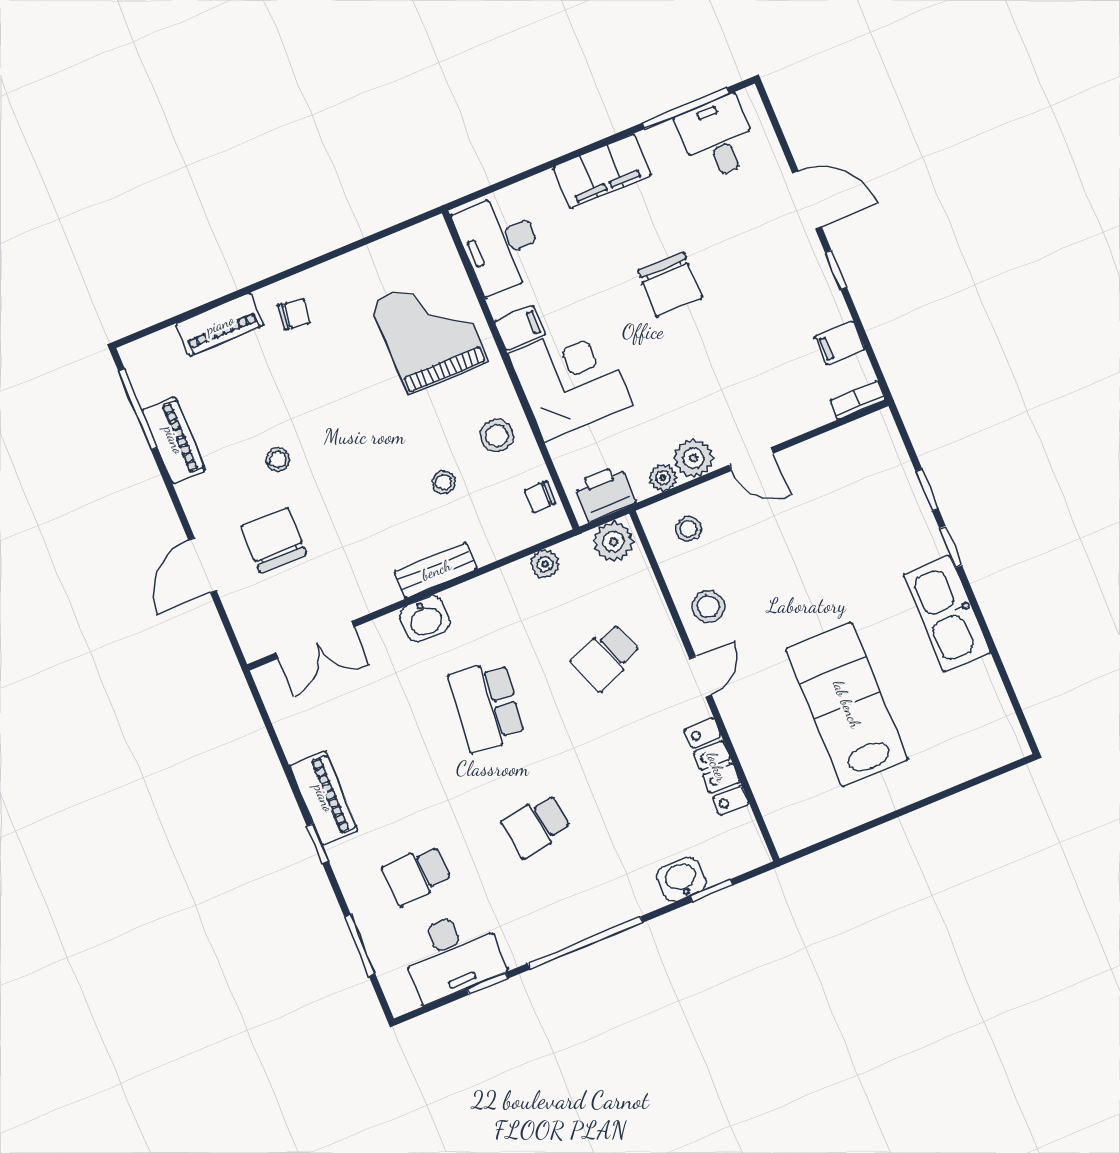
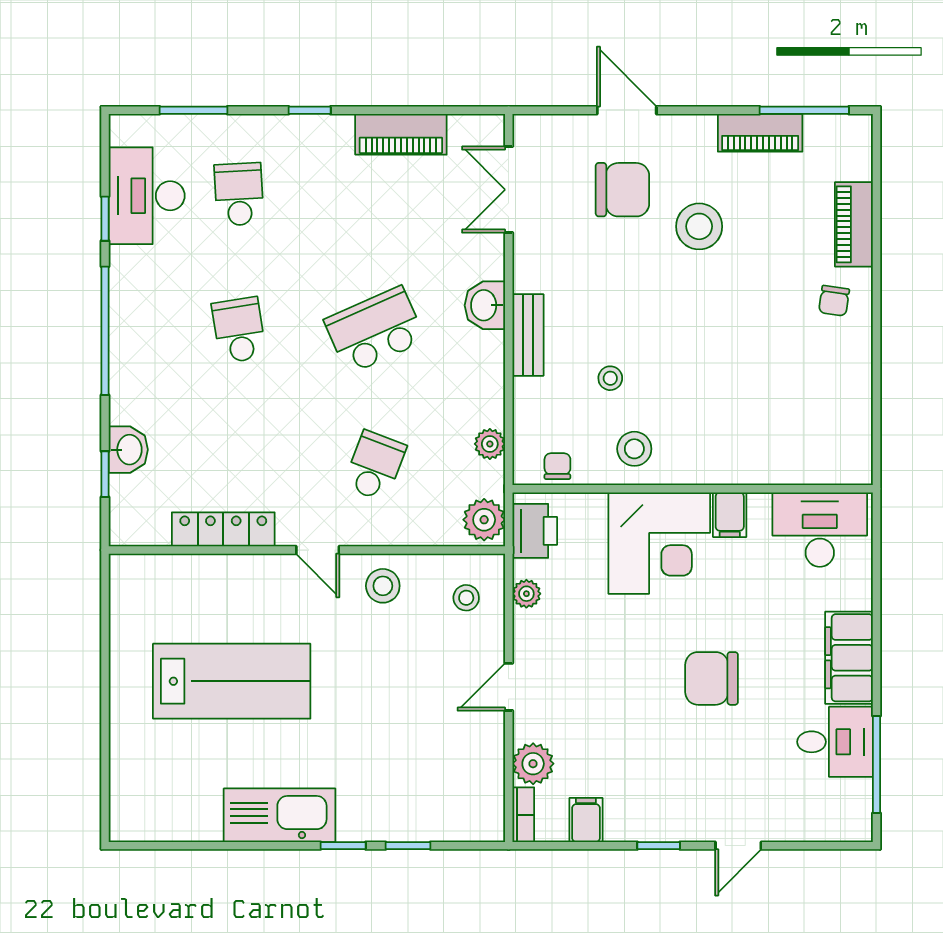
desk: (717, 138) -> (835, 742), moved
door: (807, 200) -> (738, 846), width x0.73
grand piano: (429, 332) -> (762, 425), removed
plant: (694, 458) -> (533, 764), moved
stool: (278, 460) -> (699, 226), width x1.89, depth x1.89
school desk: (606, 657) -> (375, 466), turned 42
school desk: (487, 706) -> (375, 330), turned -30
piano: (324, 798) -> (401, 134), moved

